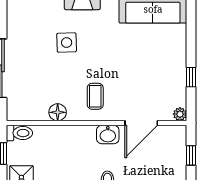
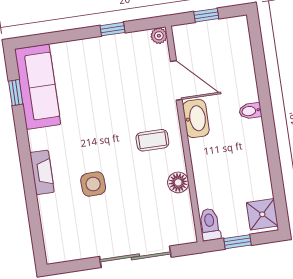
washbasin: (108, 135) -> (196, 118), width x1.38

